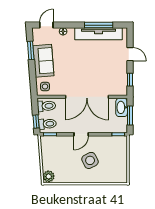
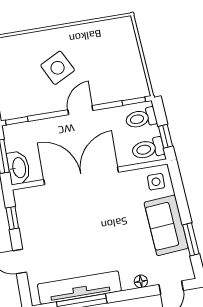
window: (36, 121) -> (166, 136), moved
plant: (49, 176) -> (124, 29), removed

